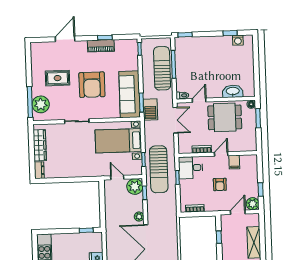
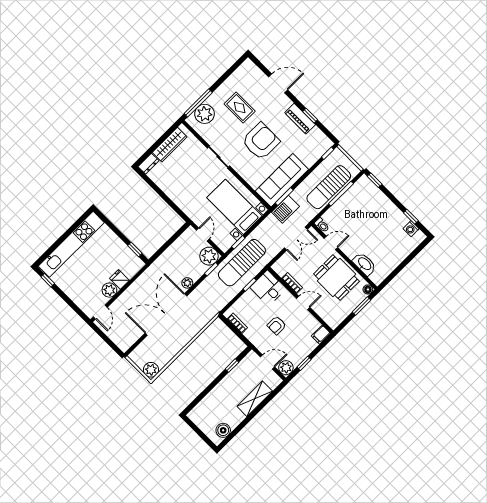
sun lounger: (162, 68) -> (329, 187), turned 180
armchair: (92, 85) -> (261, 141), turned 180
filing cabinet: (234, 162) -> (321, 335), moved

